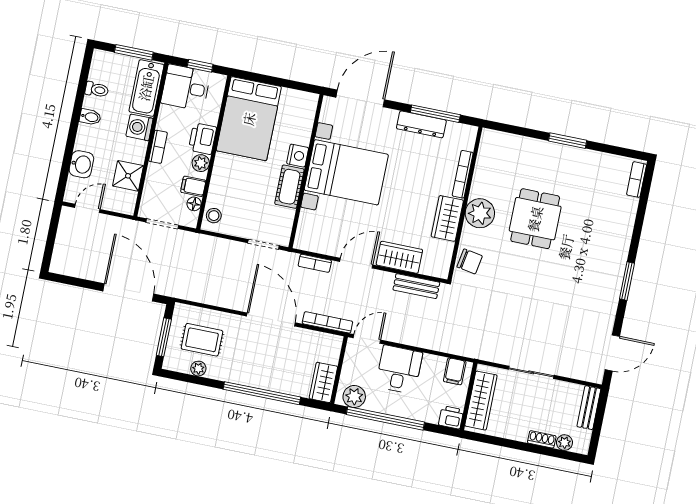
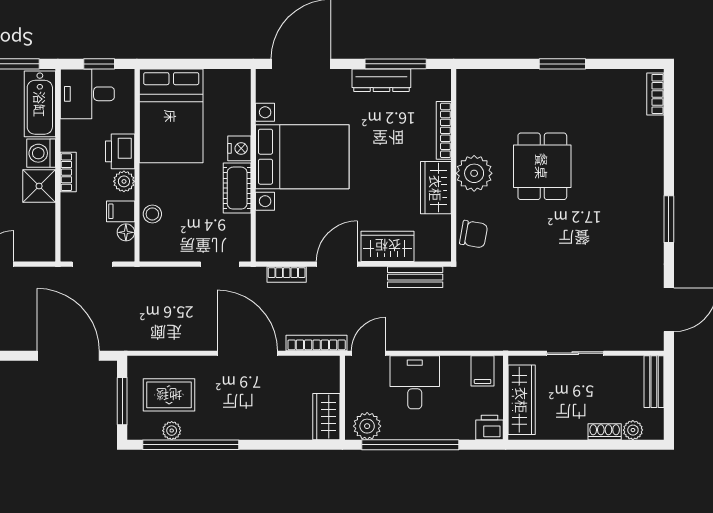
shower: (128, 176) -> (39, 186), moved
stool: (214, 216) -> (152, 214), moved
window: (262, 393) -> (191, 445), moved

